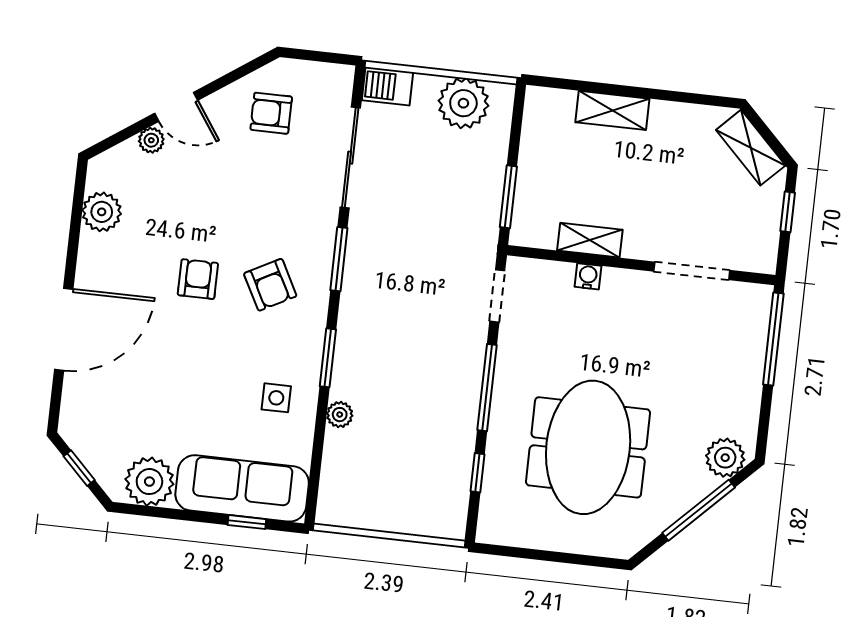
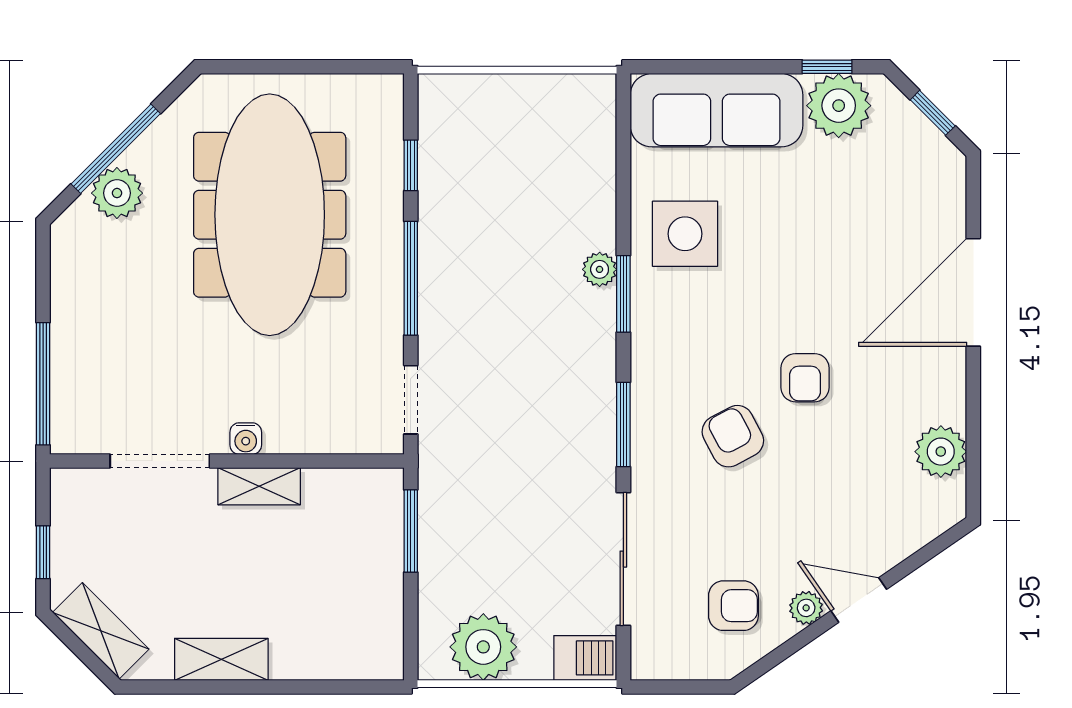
shelving: (612, 110) -> (221, 659), moved
plant: (151, 140) -> (806, 608), moved
shelving: (590, 240) -> (259, 486), moved
water cooler: (588, 276) -> (246, 439), moved
armchair: (270, 285) -> (733, 436), moved
side table: (276, 398) -> (685, 234), width x1.87, depth x1.87
plant: (340, 415) -> (600, 269), moved
meeting table: (588, 447) -> (270, 215), width x1.36
plant: (725, 458) -> (117, 193), moved
window: (247, 522) -> (827, 67), moved

